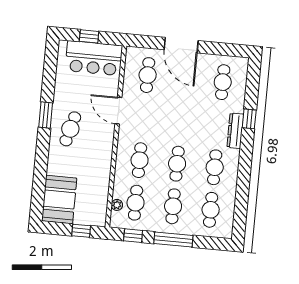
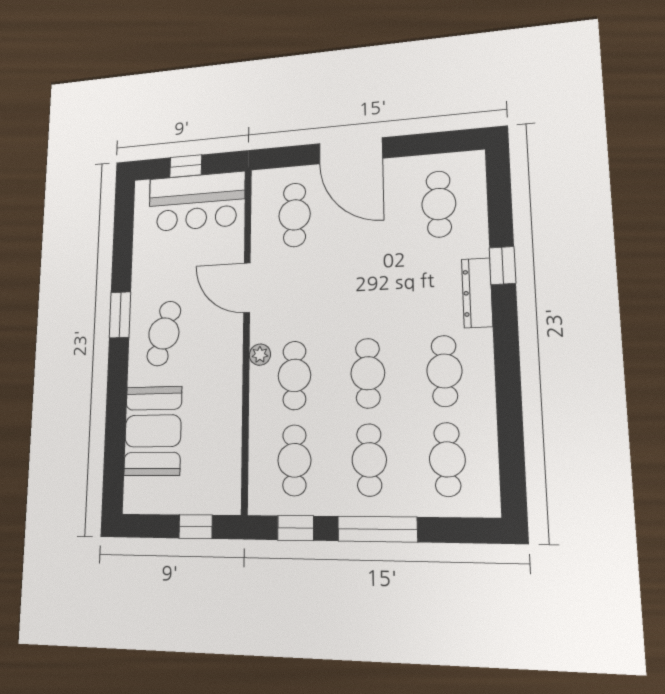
booth: (59, 199) -> (153, 431), moved
plant: (117, 205) -> (260, 355), moved

